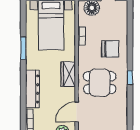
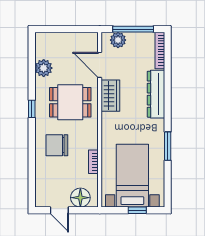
wardrobe: (68, 74) -> (110, 96), moved
plant: (121, 110) -> (44, 68), added
door: (77, 112) -> (100, 65), swing flipped

